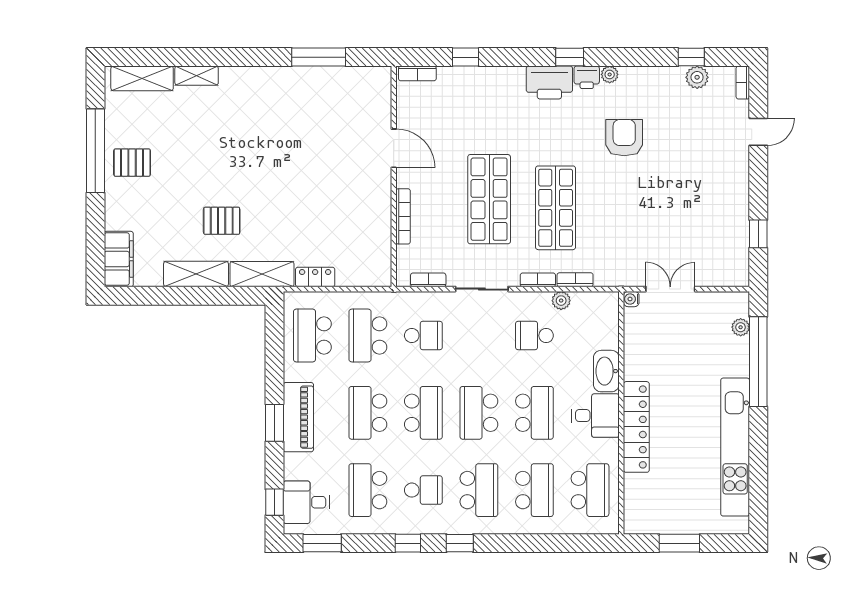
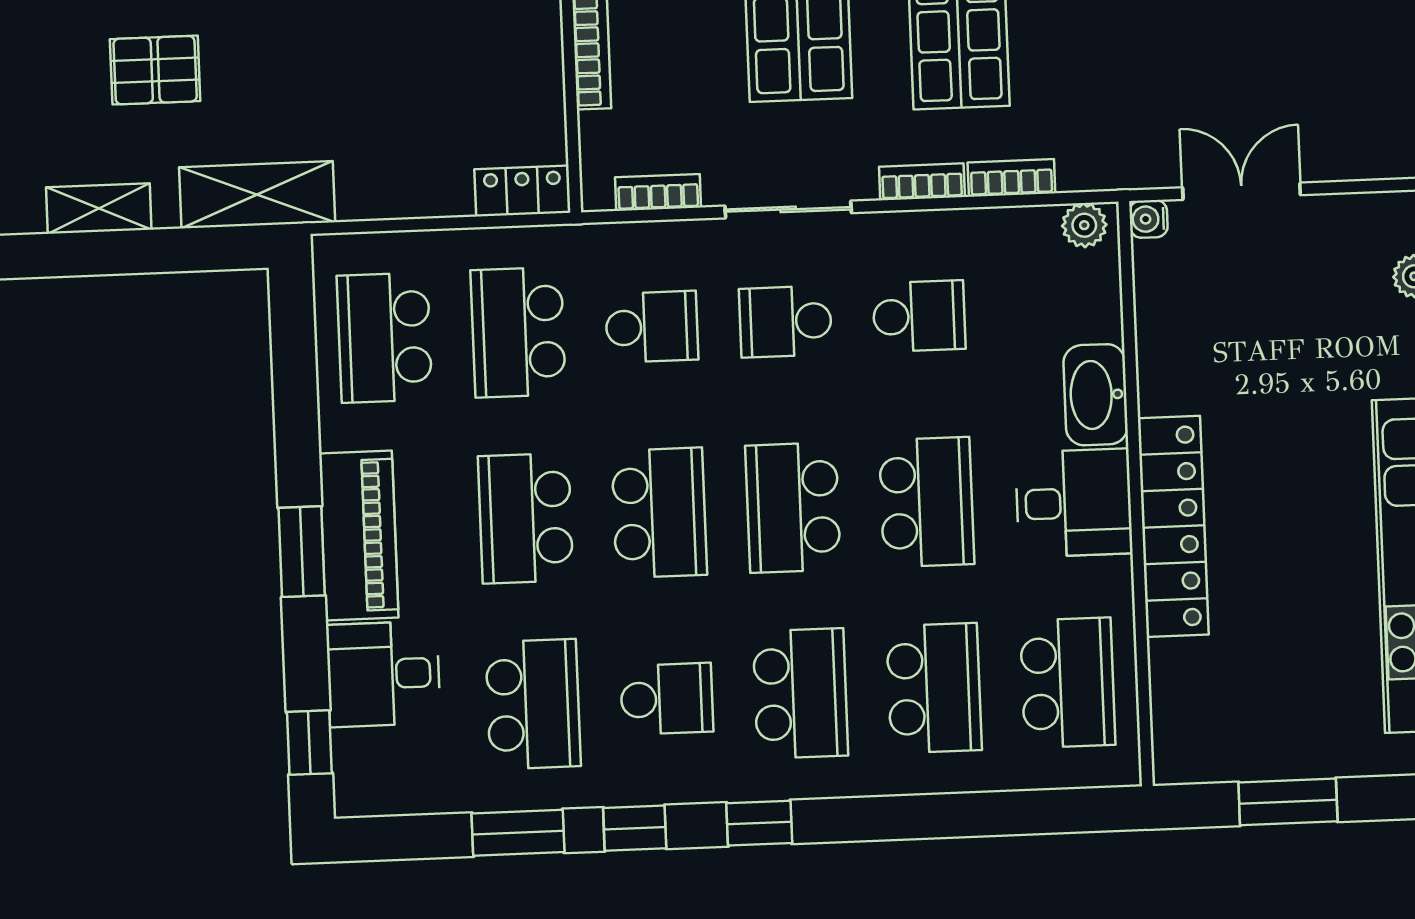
shelving: (196, 274) -> (99, 208), width x0.67, depth x0.75
locker: (315, 277) -> (522, 191), moved
plant: (561, 301) -> (1084, 225), moved
school desk: (479, 336) -> (785, 322), added
school desk: (534, 336) -> (919, 316), turned 180
school desk: (368, 490) -> (533, 704), turned 180
desk: (306, 502) -> (383, 674), moved
window: (322, 543) -> (518, 833), moved

